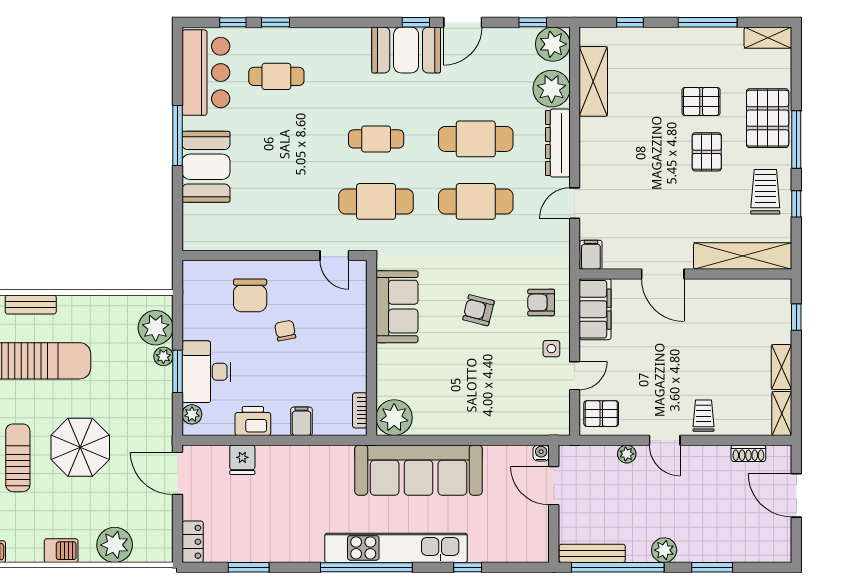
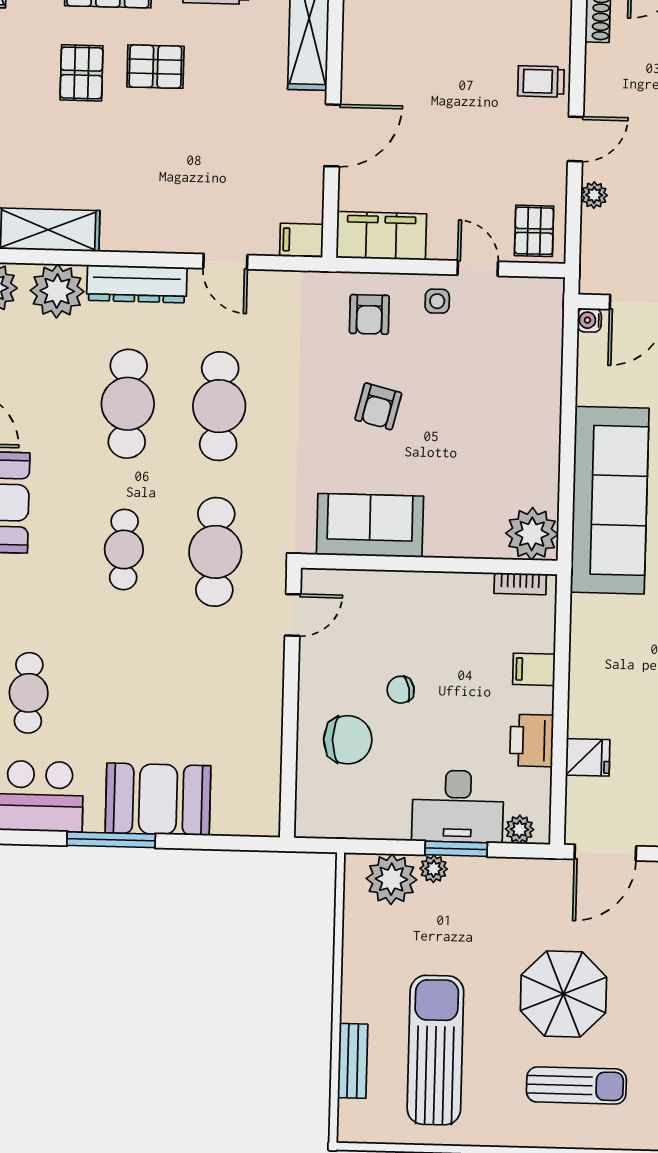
sun lounger: (18, 458) -> (576, 1085), turned 180

